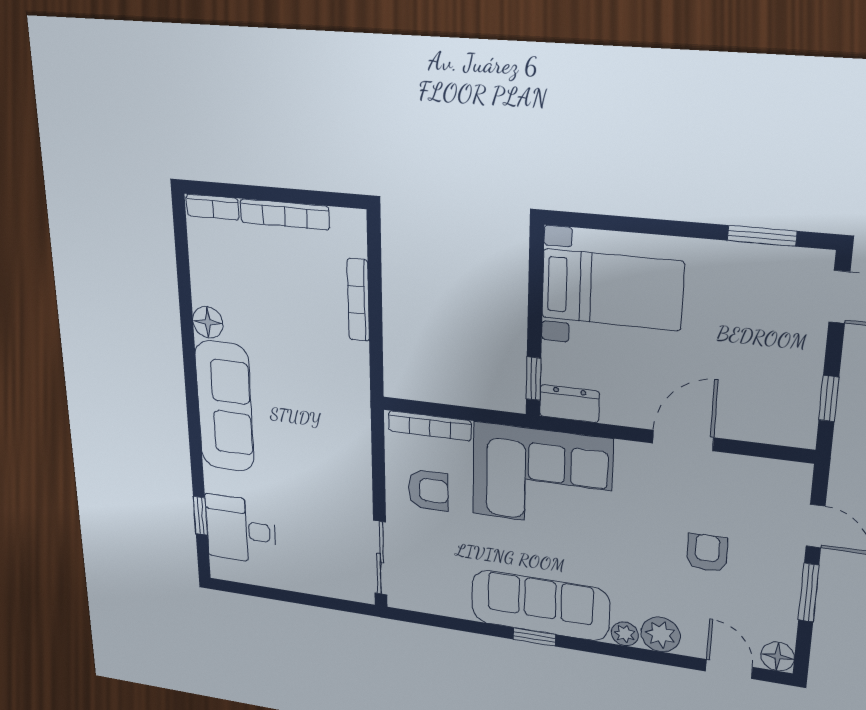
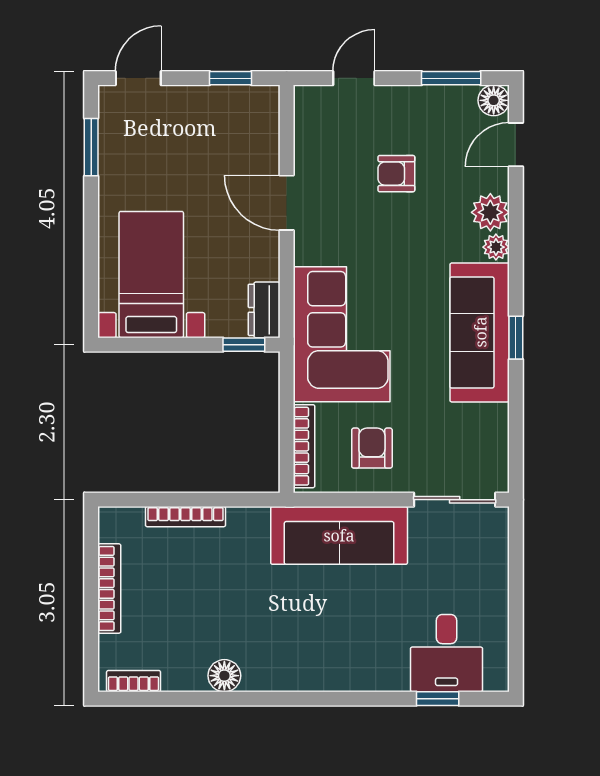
bookcase: (213, 207) -> (134, 681), moved, turned -90
sofa: (225, 407) -> (339, 535), moved, turned 180
window: (809, 593) -> (451, 78), moved

